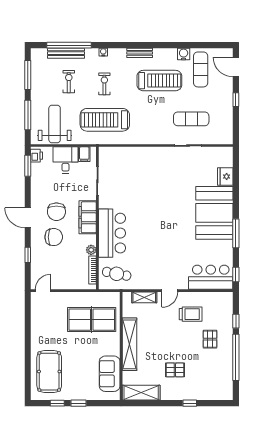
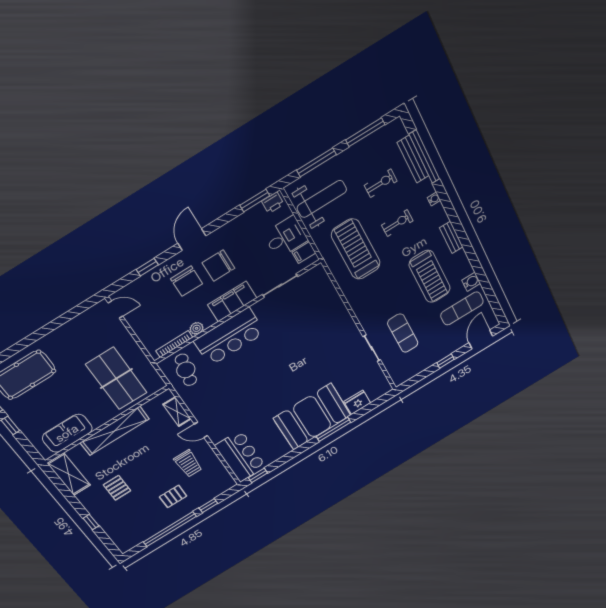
window: (236, 233) -> (333, 429), moved

